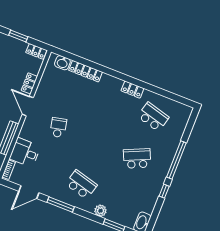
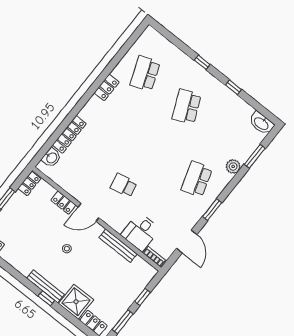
school desk: (153, 117) -> (145, 73), turned -36
window: (176, 160) -> (202, 62), width x0.32
school desk: (81, 185) -> (197, 179), turned -33
window: (61, 205) -> (212, 210), width x0.69

